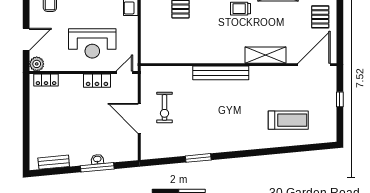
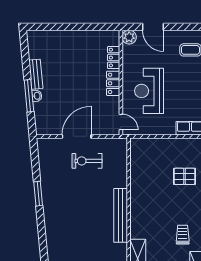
locker: (46, 80) -> (114, 58), moved
locker: (97, 81) -> (113, 83), moved
bench: (54, 162) -> (36, 74), moved

